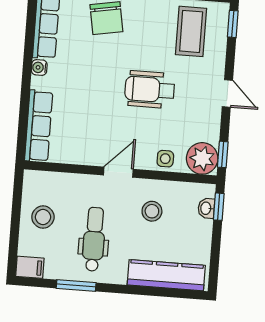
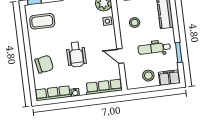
wheelchair: (150, 90) -> (76, 54), moved
door: (118, 172) -> (120, 56), moved
filing cabinet: (30, 267) -> (169, 78), width x2.00

